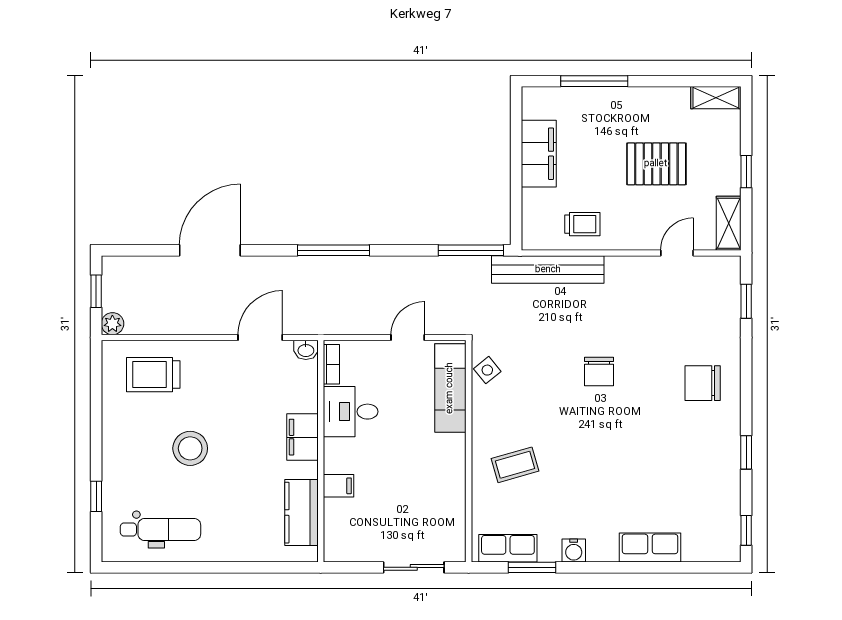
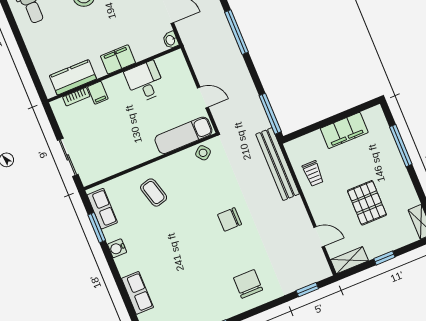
bookcase: (331, 364) -> (76, 97), moved

